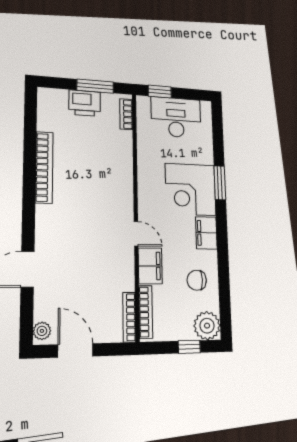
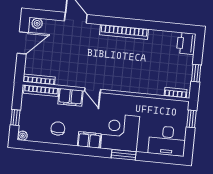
window: (95, 86) -> (196, 73), width x0.67
printer: (85, 103) -> (186, 43), moved
desk: (176, 117) -> (167, 141), moved, turned 90
bookcase: (44, 167) -> (124, 32), moved
door: (136, 234) -> (93, 90), hinge flipped
plant: (207, 326) -> (23, 136), width x0.53, depth x0.53

